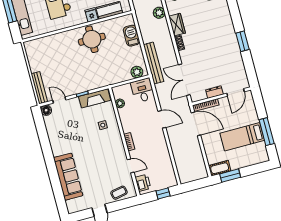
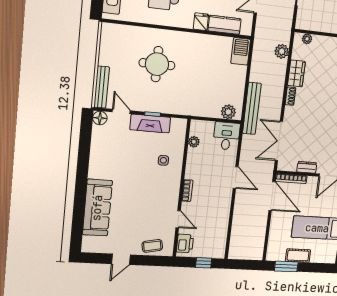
barbecue: (132, 36) -> (241, 51), moved
round table: (92, 39) -> (157, 64), moved
fireplace: (95, 98) -> (150, 124), moved
cot: (220, 168) -> (298, 256), moved

